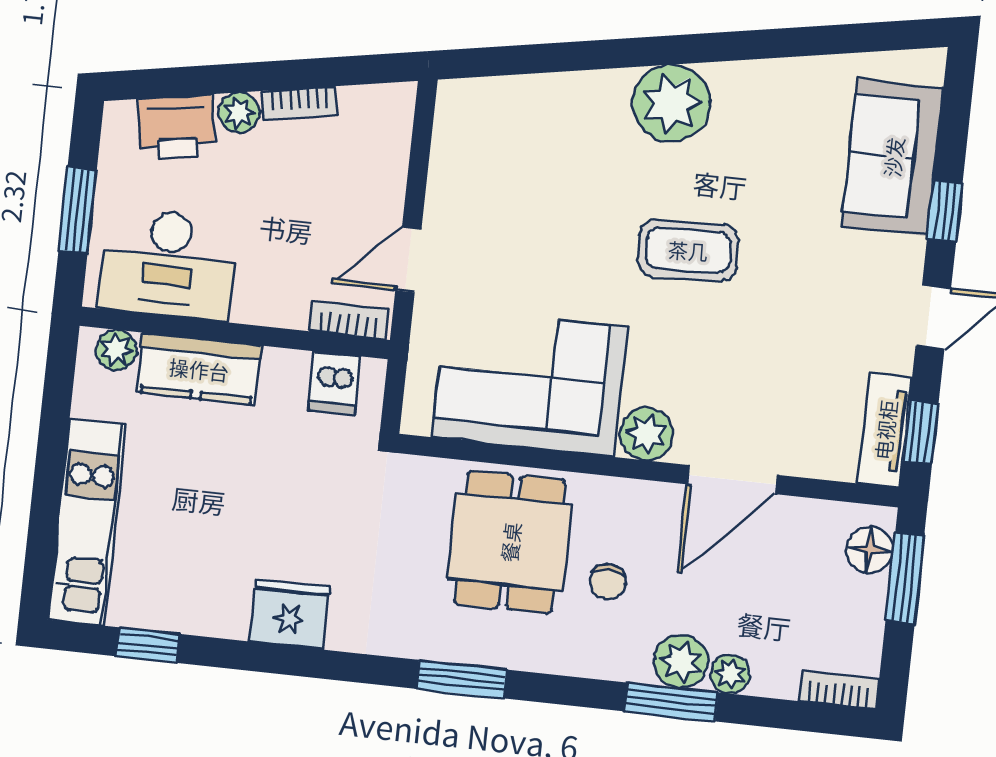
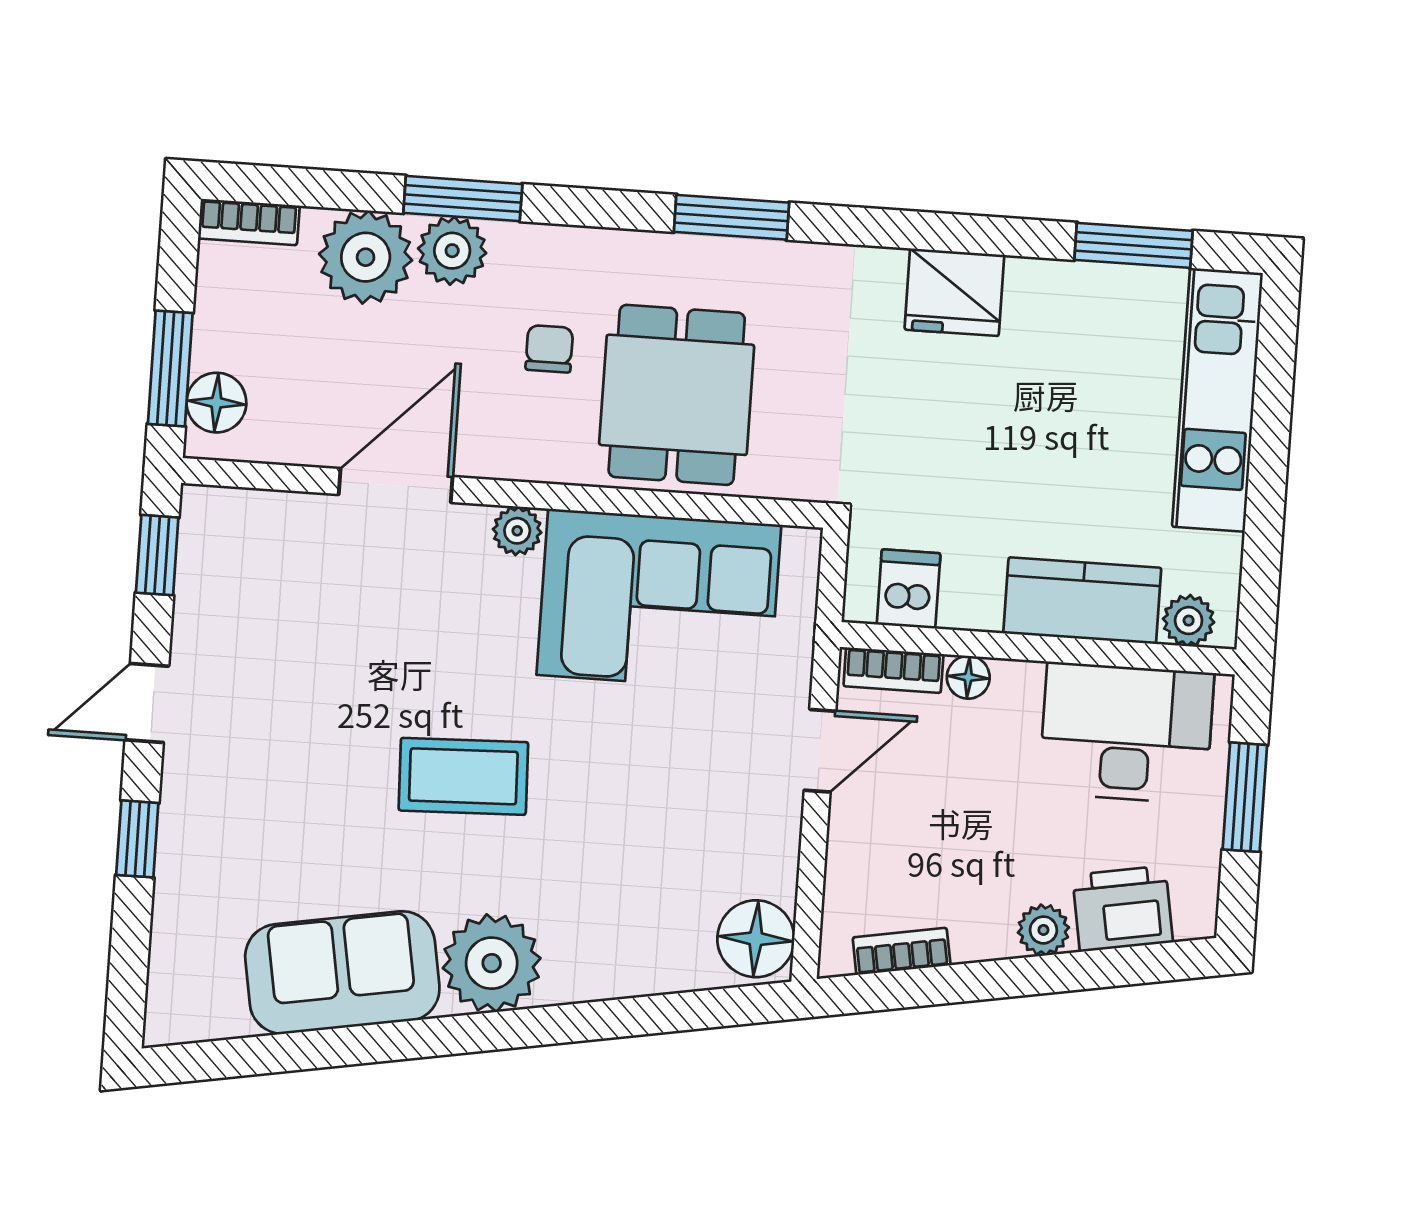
bookcase: (300, 103) -> (902, 951), moved
floor lamp: (464, 114) -> (756, 939), added
sofa: (893, 157) -> (342, 973), moved, turned -100
floor lamp: (290, 312) -> (968, 677), added
tv unit: (885, 430) -> (203, 556), removed
plant: (646, 434) -> (517, 531), width x0.73, depth x0.73
window: (148, 645) -> (1133, 245), width x1.50
plant: (730, 674) -> (366, 257), width x1.87, depth x1.87

